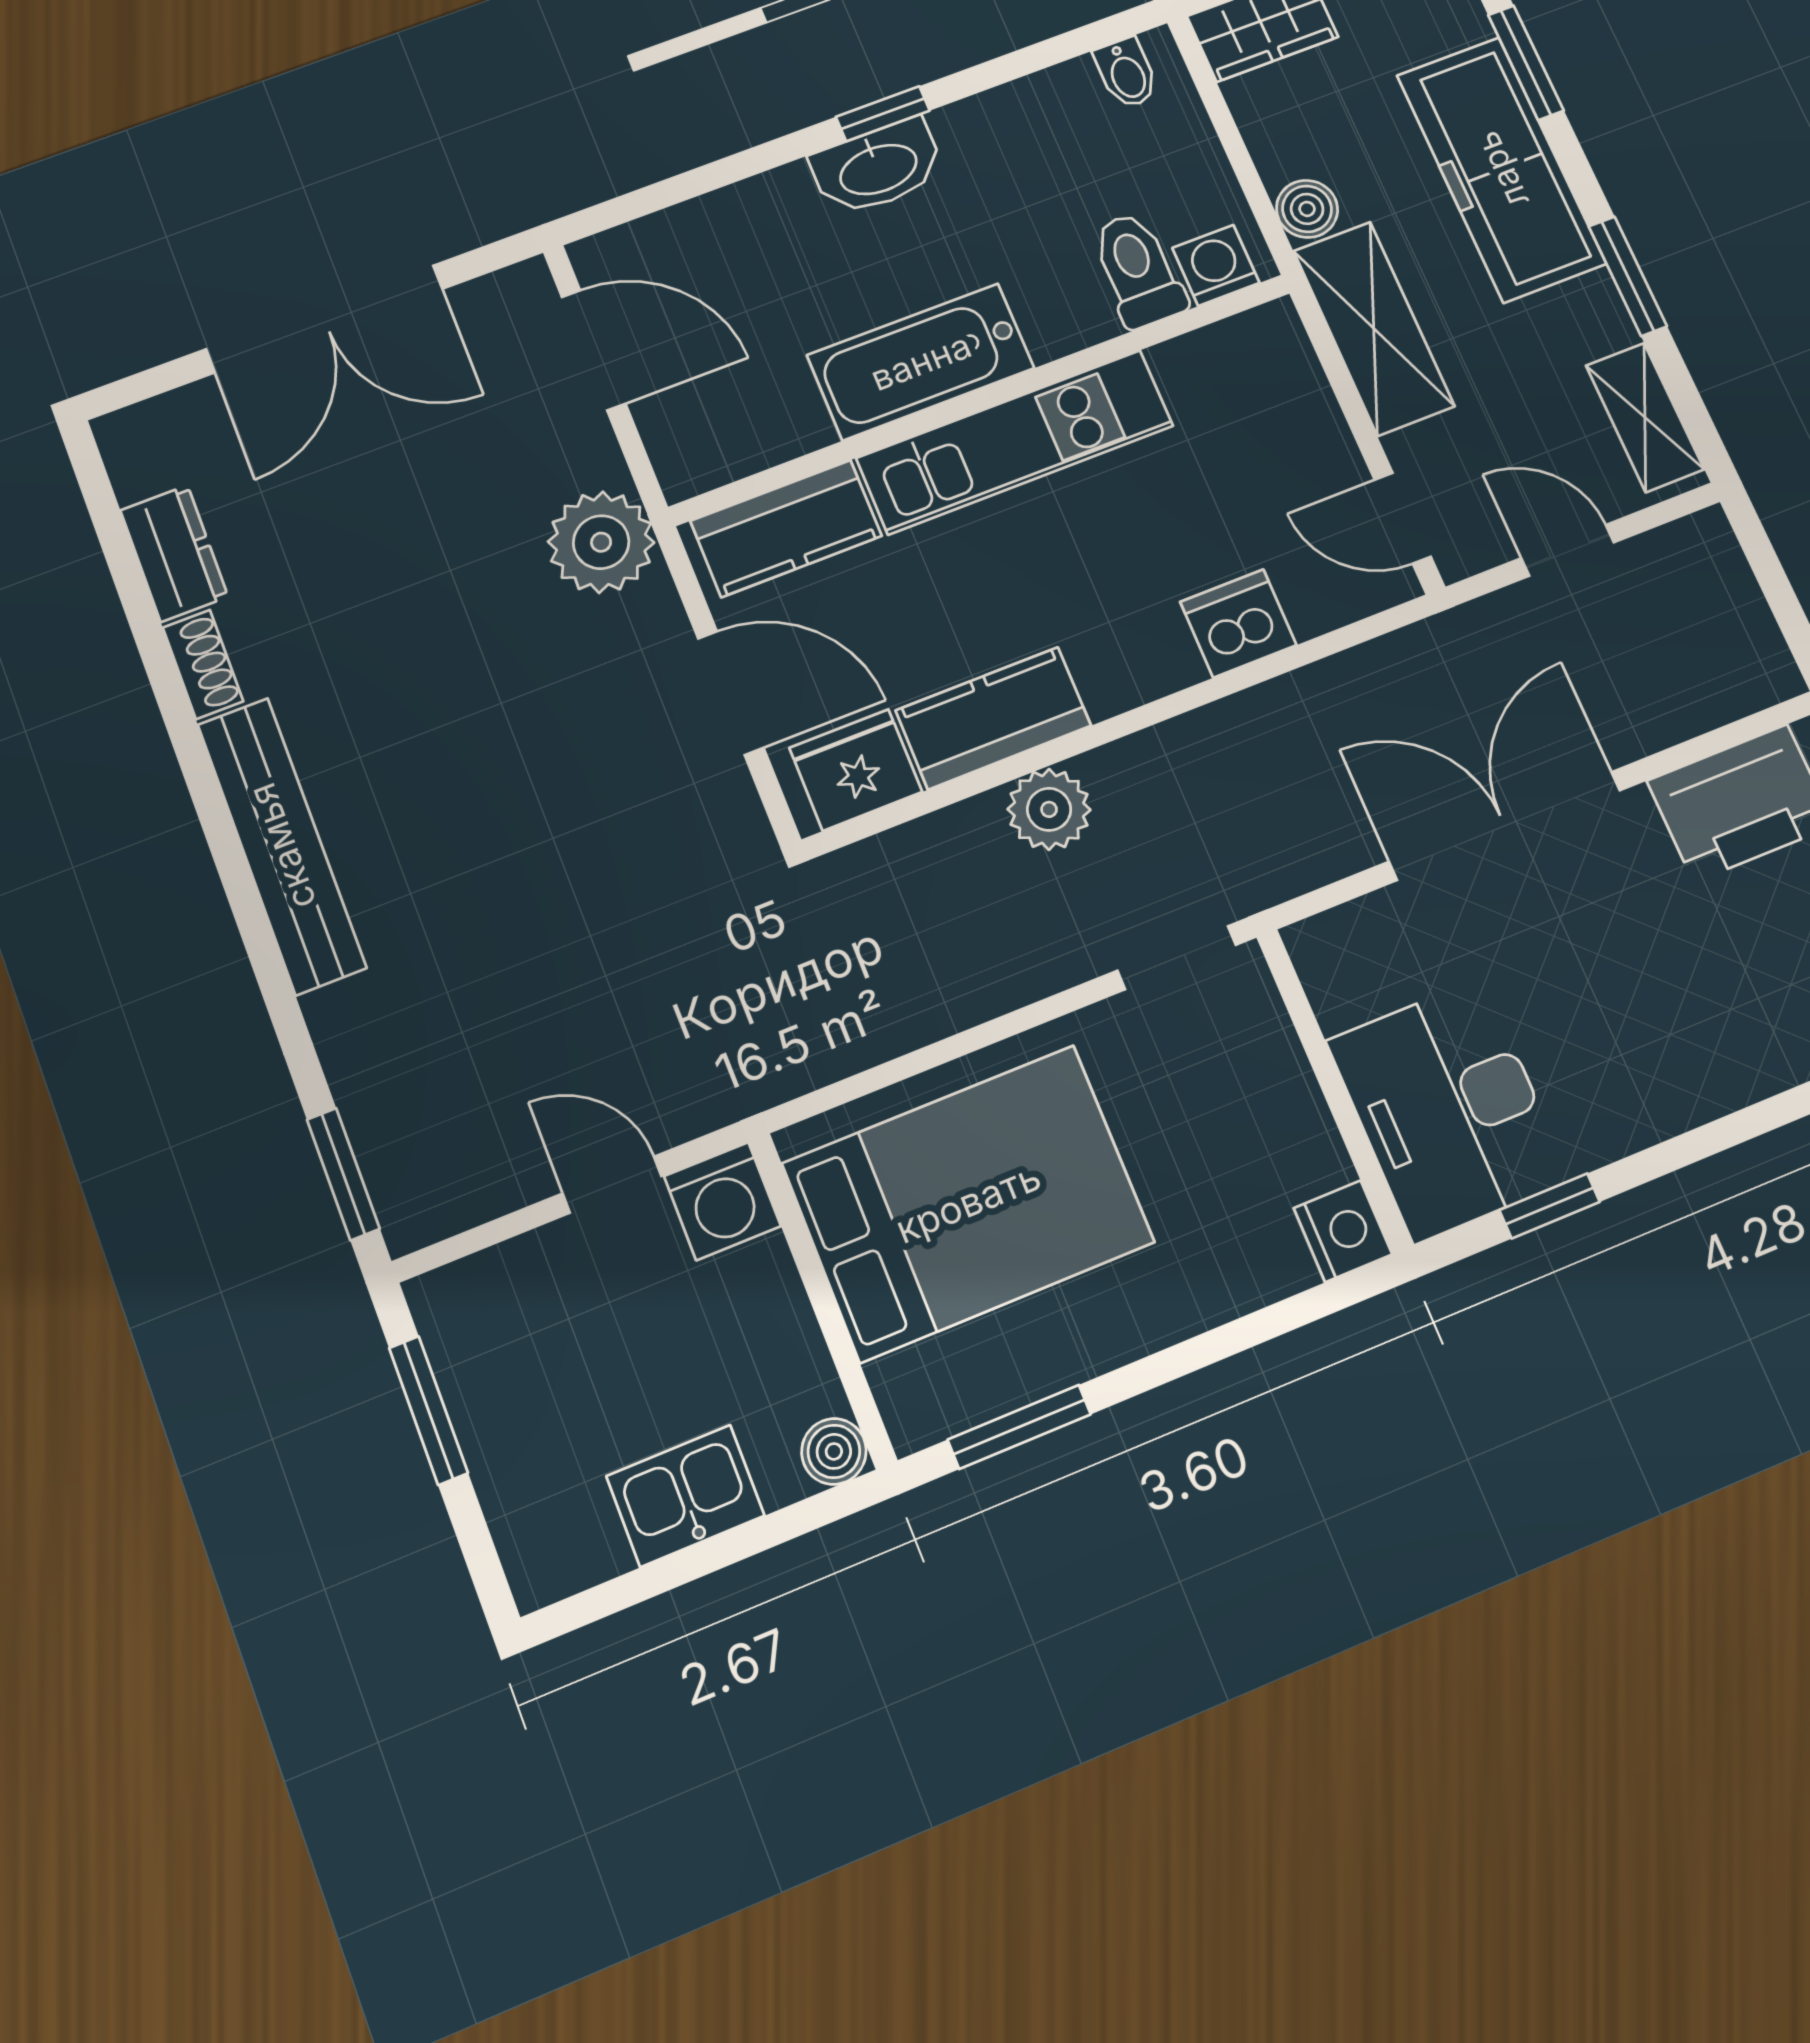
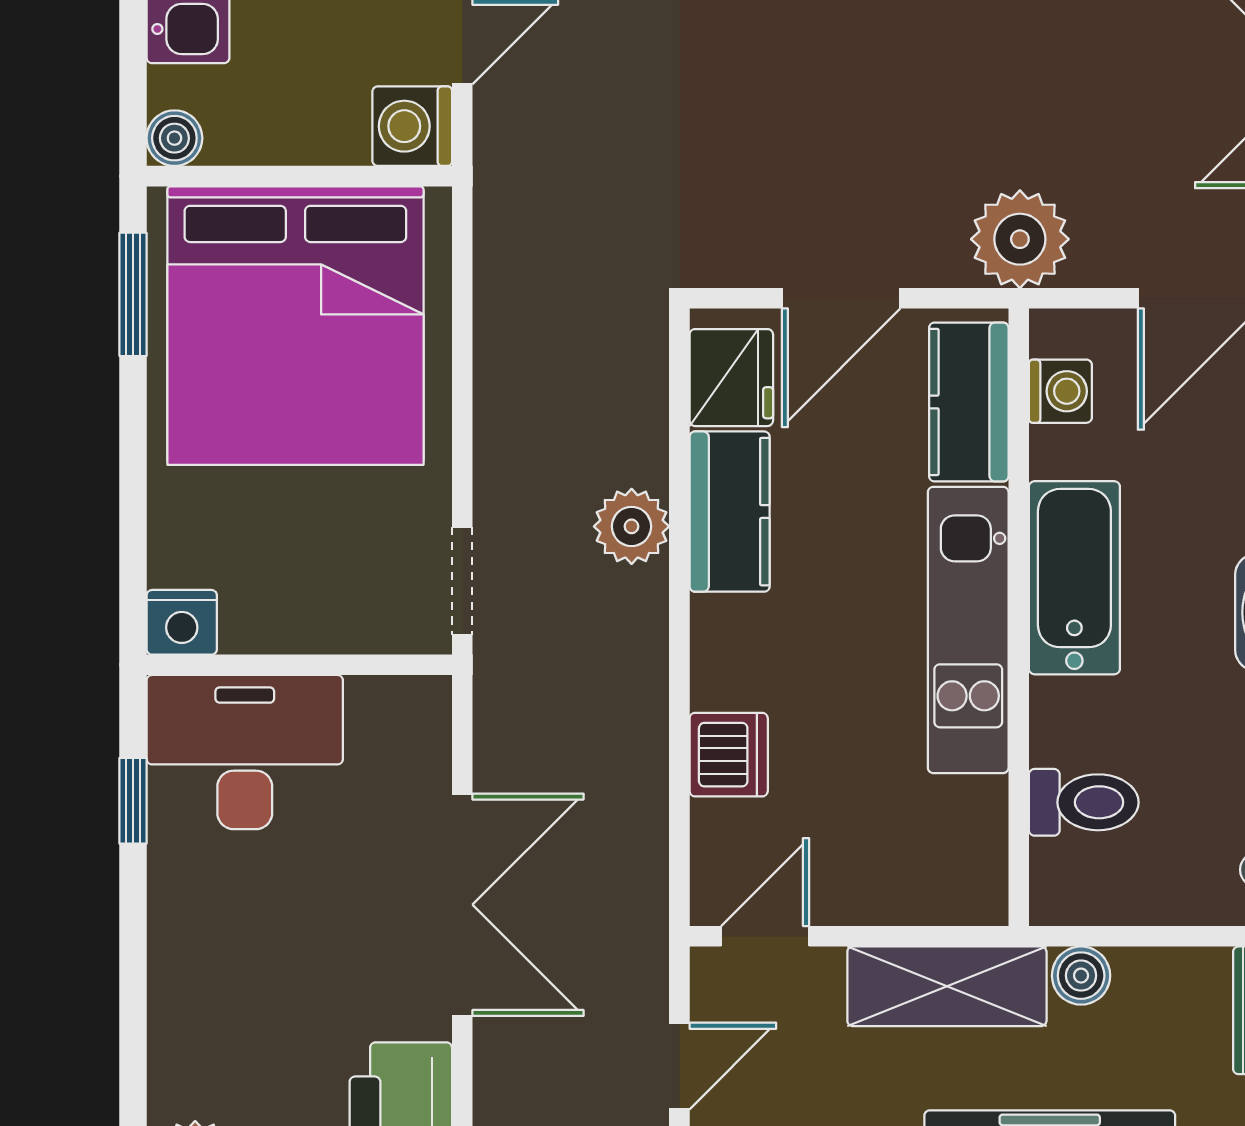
washing machine: (1216, 265) -> (1060, 391), moved
bed: (968, 1203) -> (295, 326), width x1.36

